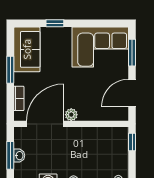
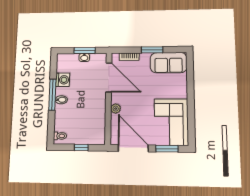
window: (55, 23) -> (190, 85), removed
door: (132, 93) -> (133, 148), width x1.36
plant: (71, 115) -> (116, 109), moved
window: (132, 142) -> (81, 147), moved

